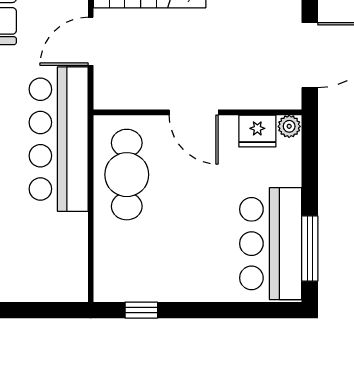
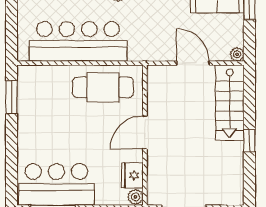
bar counter: (59, 139) -> (78, 41), moved
window: (141, 310) -> (12, 97), width x1.50

